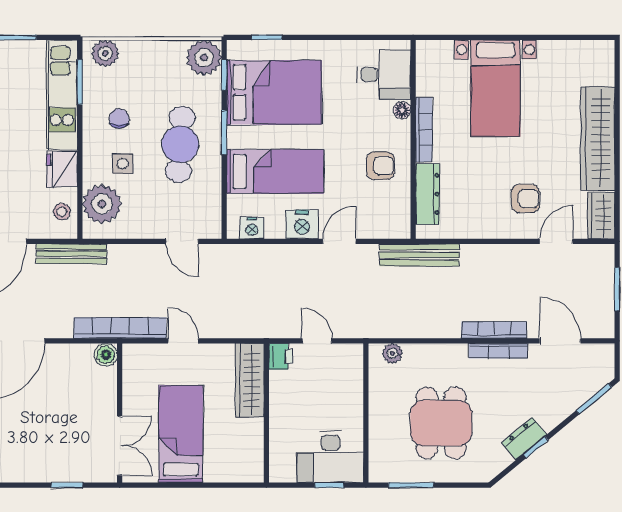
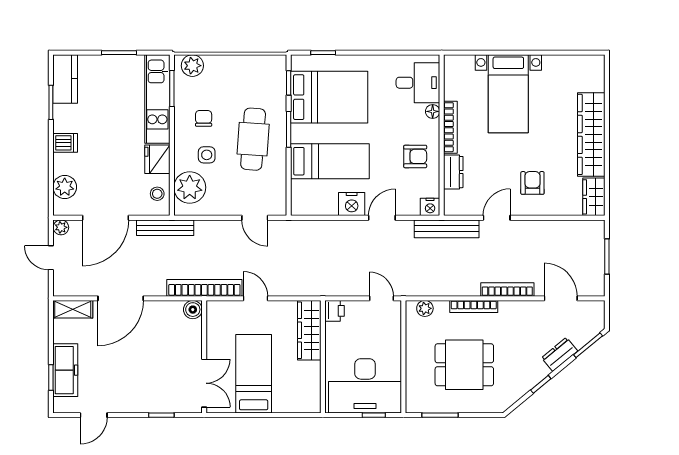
plant: (204, 58) -> (272, 69), removed
dresser: (428, 194) -> (453, 172), width x0.70
armchair: (525, 198) -> (532, 183), turned -90
nightstand: (252, 228) -> (430, 207), moved
door: (556, 241) -> (497, 218), moved
door: (317, 341) -> (381, 298), moved
bookcase: (498, 351) -> (474, 306), moved
dining table: (441, 423) -> (464, 365), turned 90
dresser: (524, 439) -> (560, 354), moved
desk: (330, 457) -> (365, 386), width x1.36, depth x1.30

